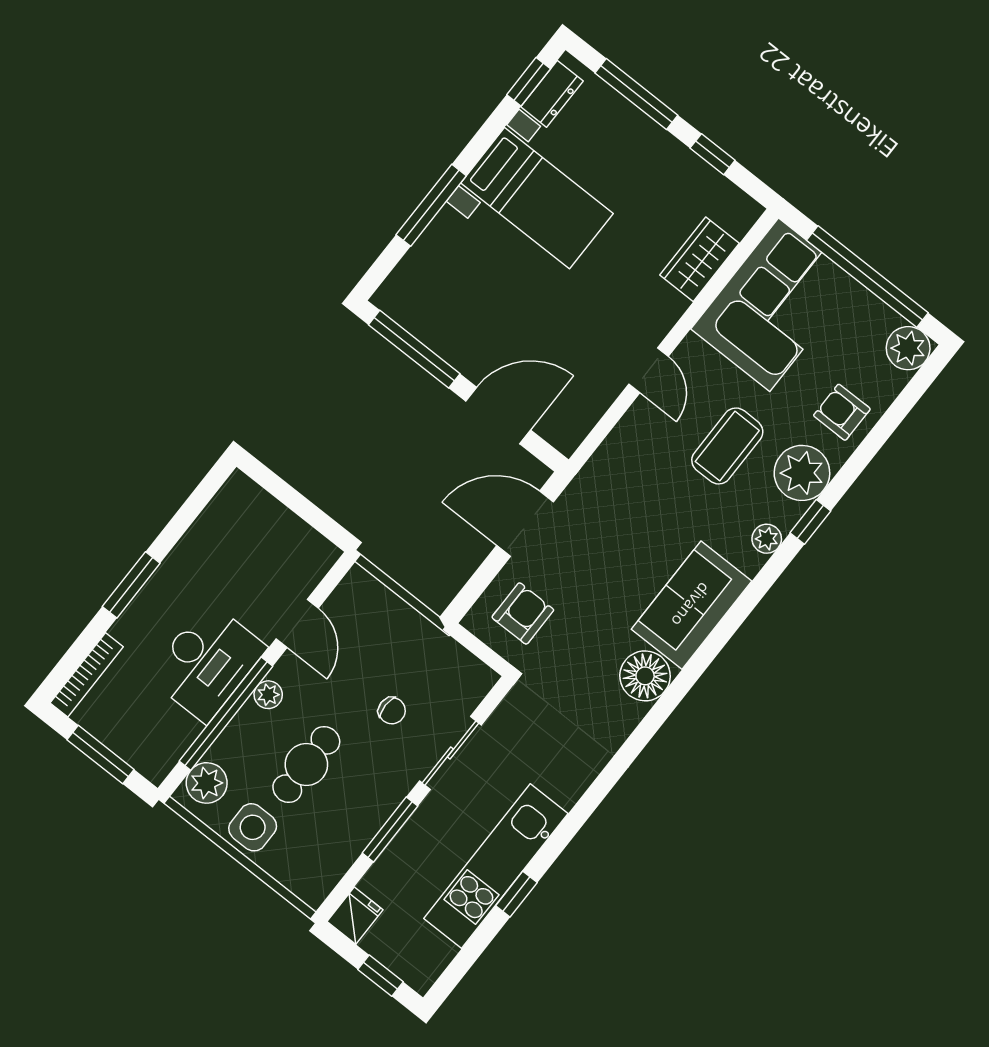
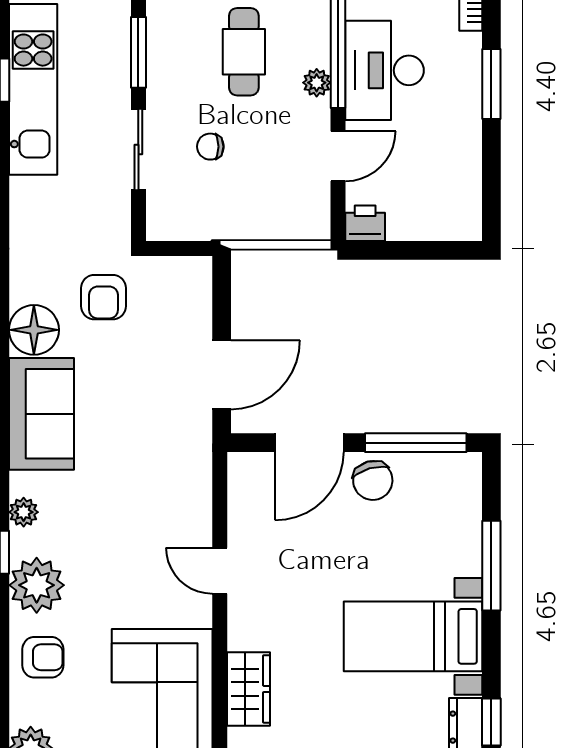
chair: (472, 346) -> (373, 480), added
coffee table: (727, 446) -> (112, 560), removed
printer: (318, 554) -> (365, 223), added
armchair: (523, 613) -> (104, 297), moved
door: (297, 624) -> (338, 156), swing flipped

